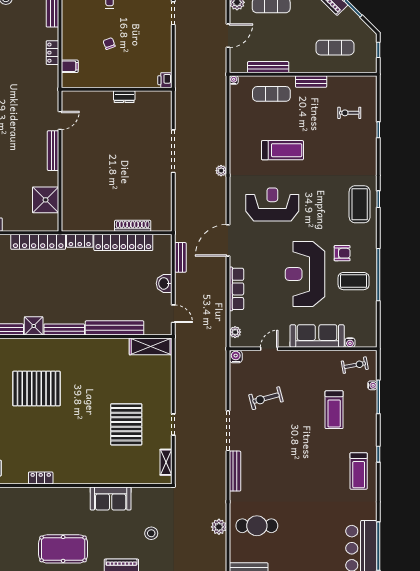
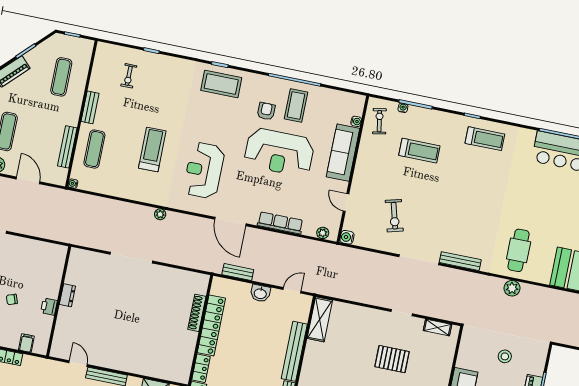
printer: (165, 80) -> (49, 307), moved, turned 90
pallet: (126, 424) -> (392, 359), width x0.73, depth x0.71

